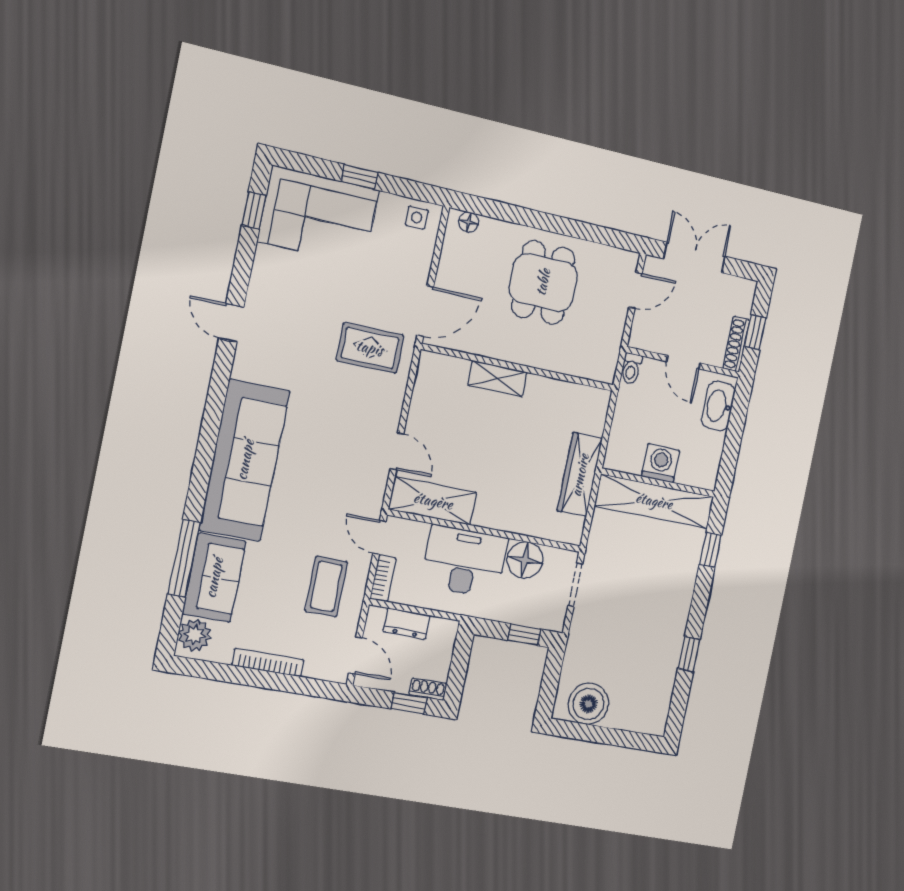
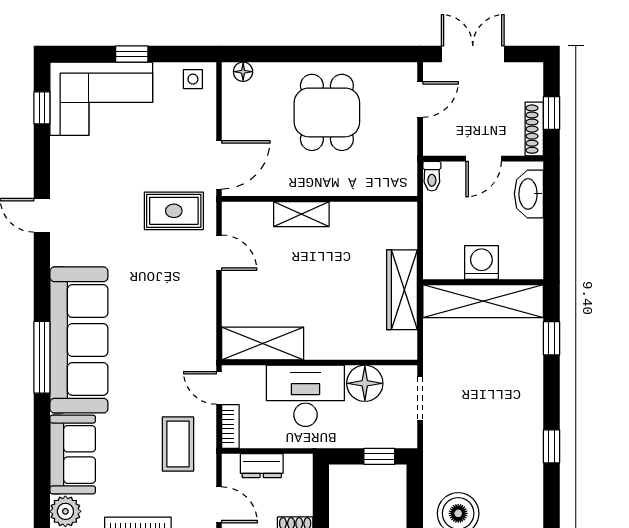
door: (683, 362) -> (484, 159), hinge flipped
door: (397, 451) -> (219, 253), moved
window: (184, 558) -> (42, 357), moved

